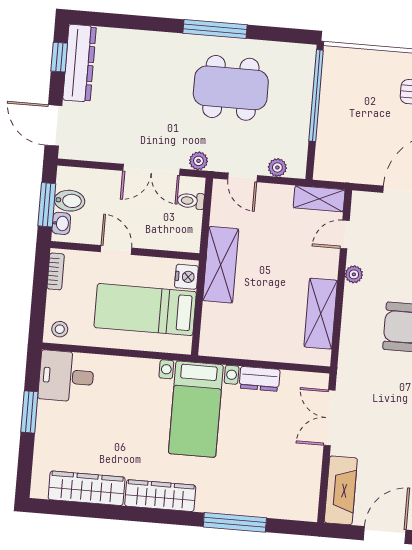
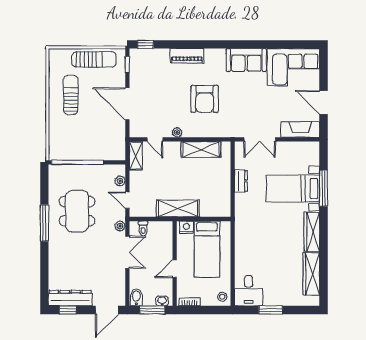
door: (243, 177) -> (127, 200), swing flipped
bidet: (70, 201) -> (136, 297), moved
bed with nightstands: (196, 409) -> (293, 189), moved, turned 180

